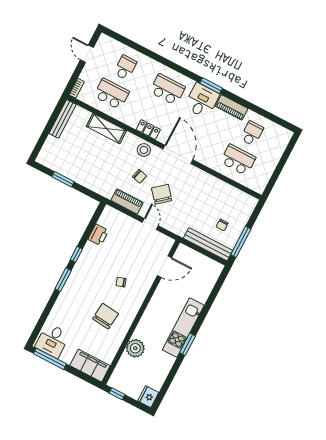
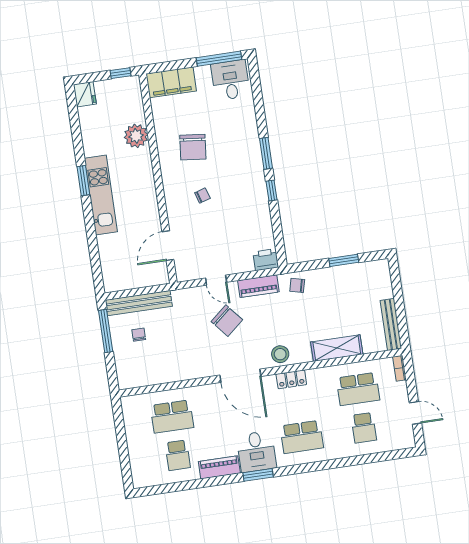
chair: (139, 176) -> (297, 285), moved
printer: (98, 235) -> (266, 260), moved, turned 90

